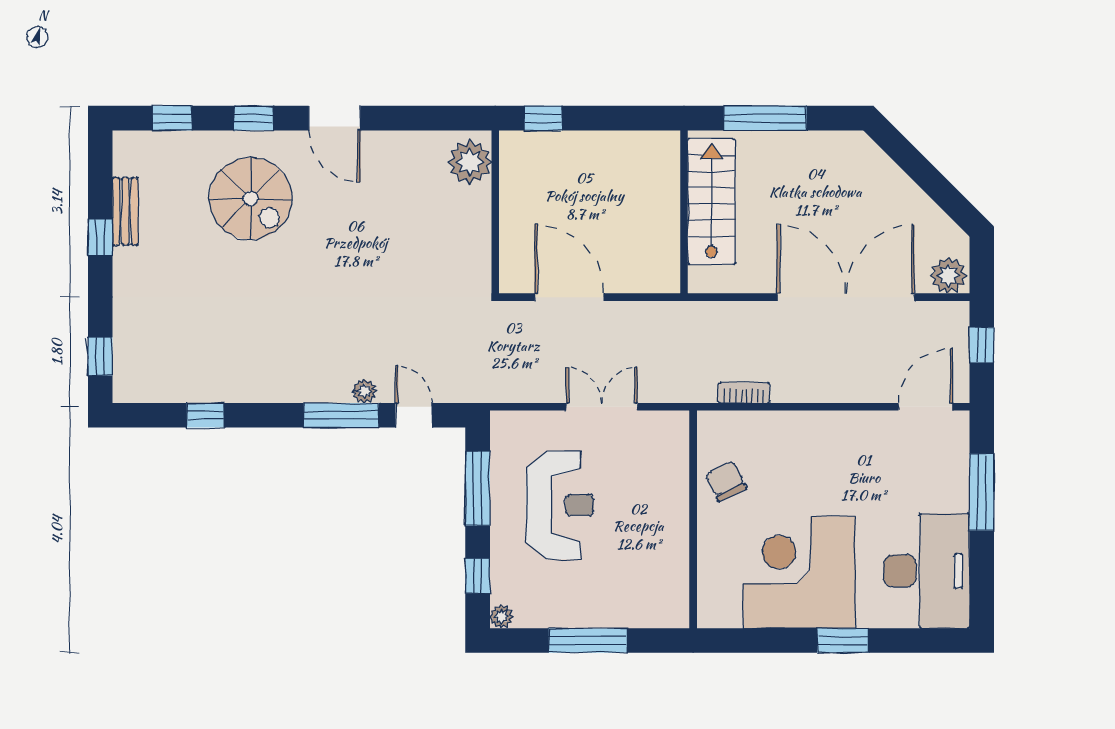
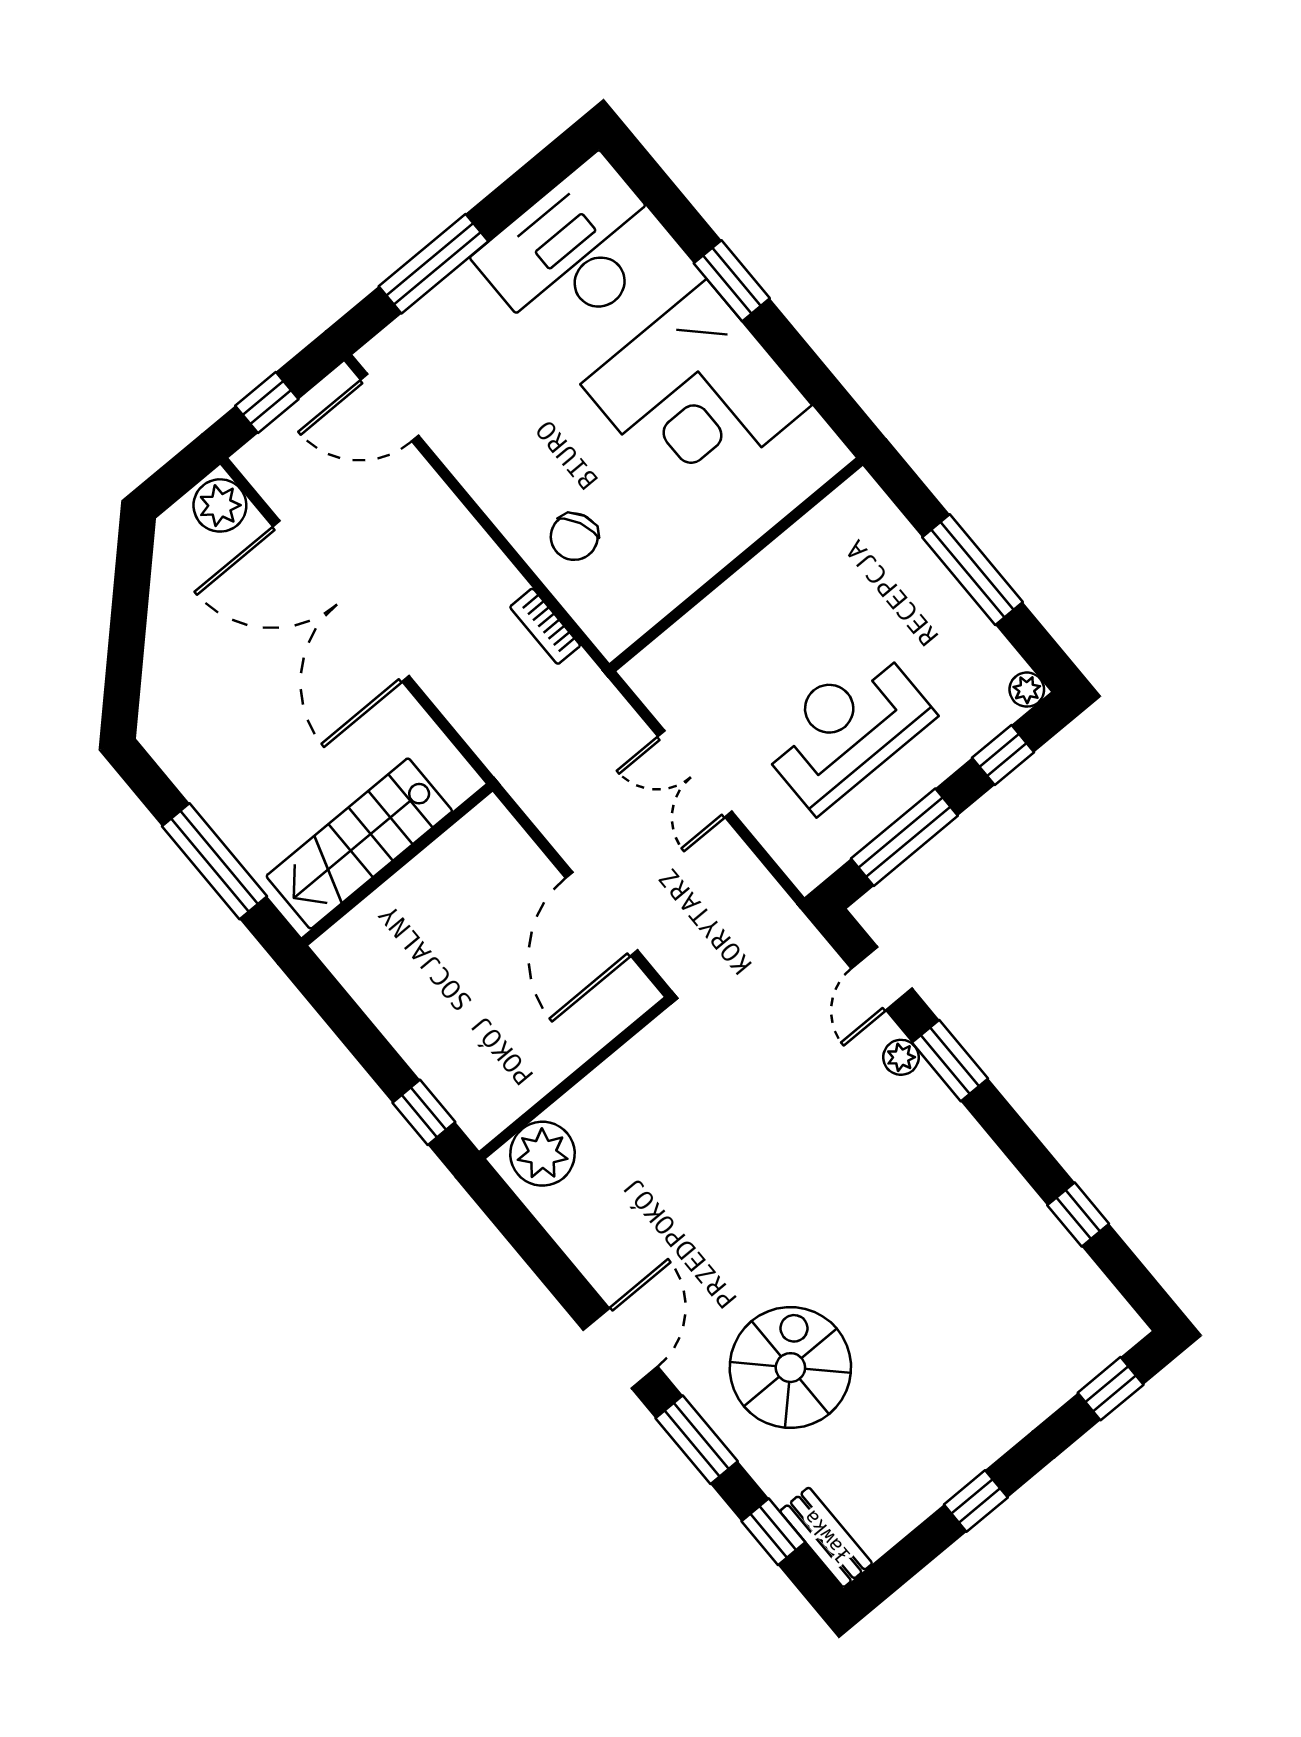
window: (254, 118) -> (697, 1440), width x1.50
bench: (125, 211) -> (826, 1537), moved, turned 90
window: (341, 415) -> (950, 1061), width x0.69
chair: (726, 481) -> (574, 537), moved

